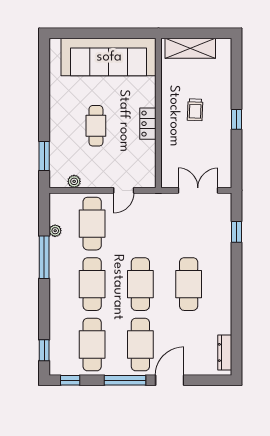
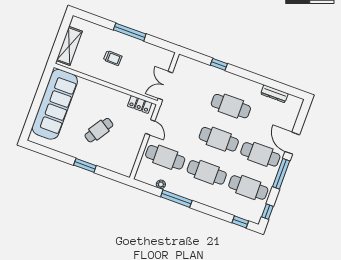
window: (237, 119) -> (130, 32), width x2.17
locker: (148, 124) -> (140, 104), moved
cafe table: (96, 126) -> (99, 130), turned -57
window: (44, 156) -> (85, 165), moved
plant: (74, 181) -> (132, 159), removed
double door: (198, 190) -> (165, 86), moved
window: (237, 232) -> (219, 64), moved
dresser: (225, 352) -> (274, 94), moved

